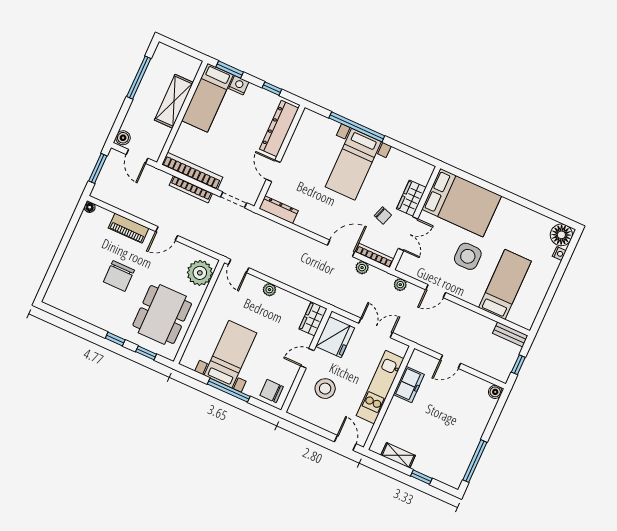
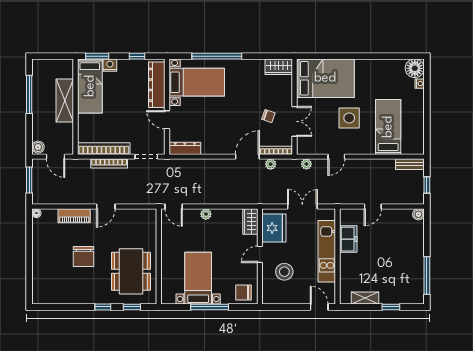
bed with nightstands: (353, 164) -> (197, 82), moved, turned -90
wardrobe: (411, 198) -> (279, 67), moved, turned -90
plant: (200, 273) -> (146, 226), removed

